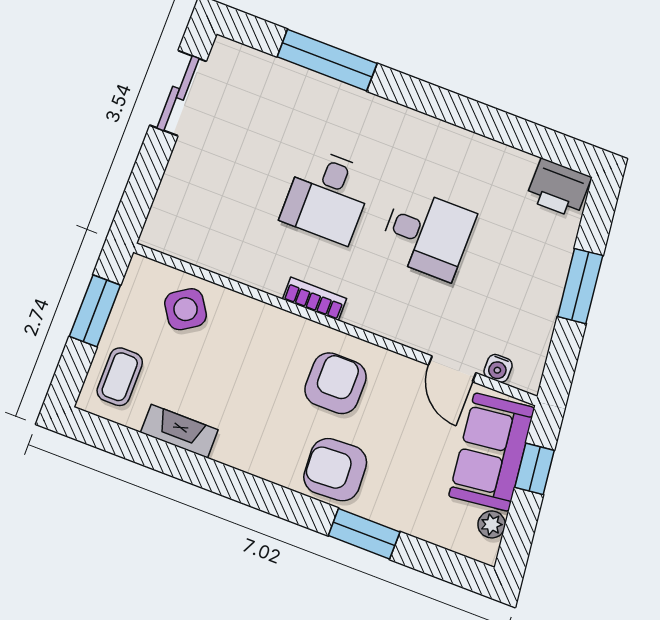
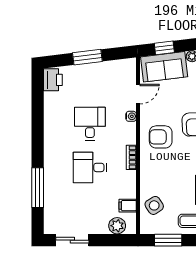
desk: (327, 196) -> (90, 167), turned 180
plant: (172, 207) -> (117, 226), added
filing cabinet: (208, 249) -> (128, 206), added
water cooler: (498, 368) -> (131, 116), moved

